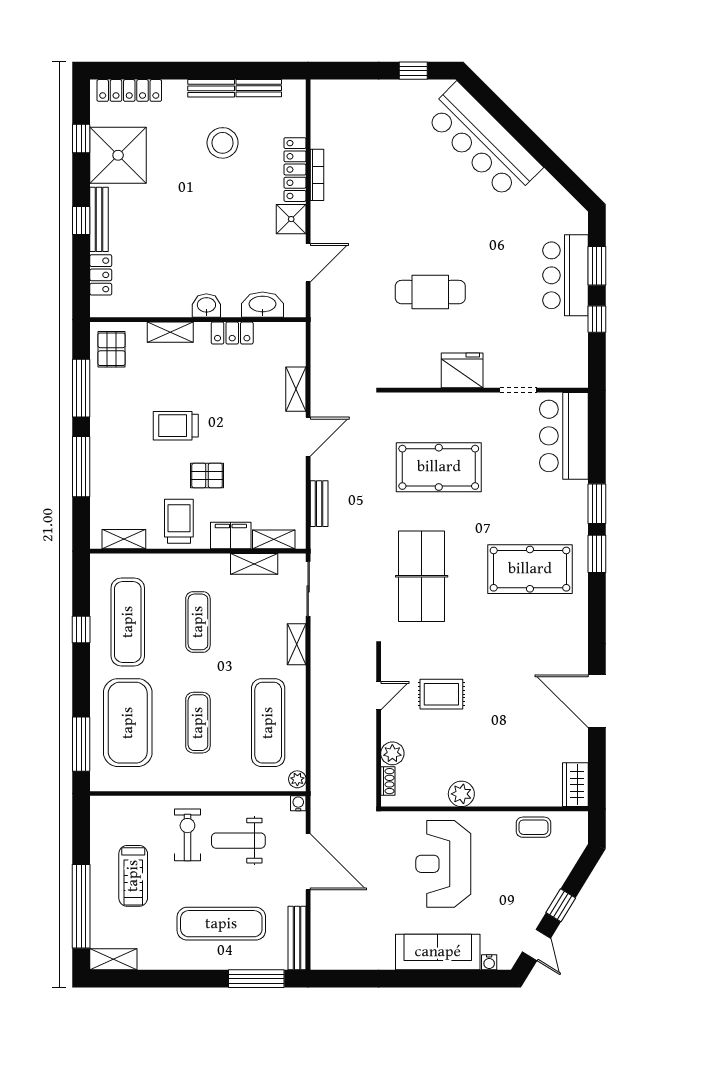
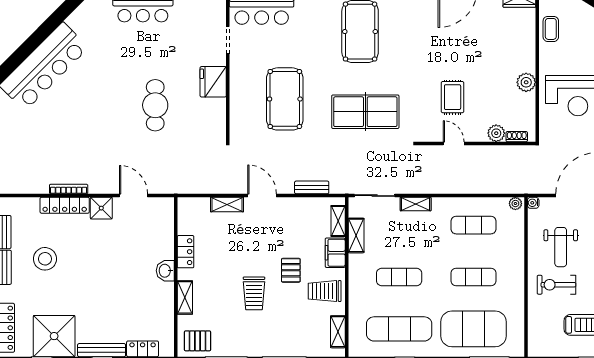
washbasin: (263, 305) -> (165, 229), removed
exercise mat: (268, 723) -> (474, 225), width x0.73, depth x0.69

